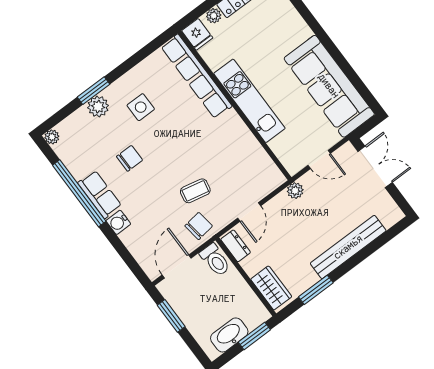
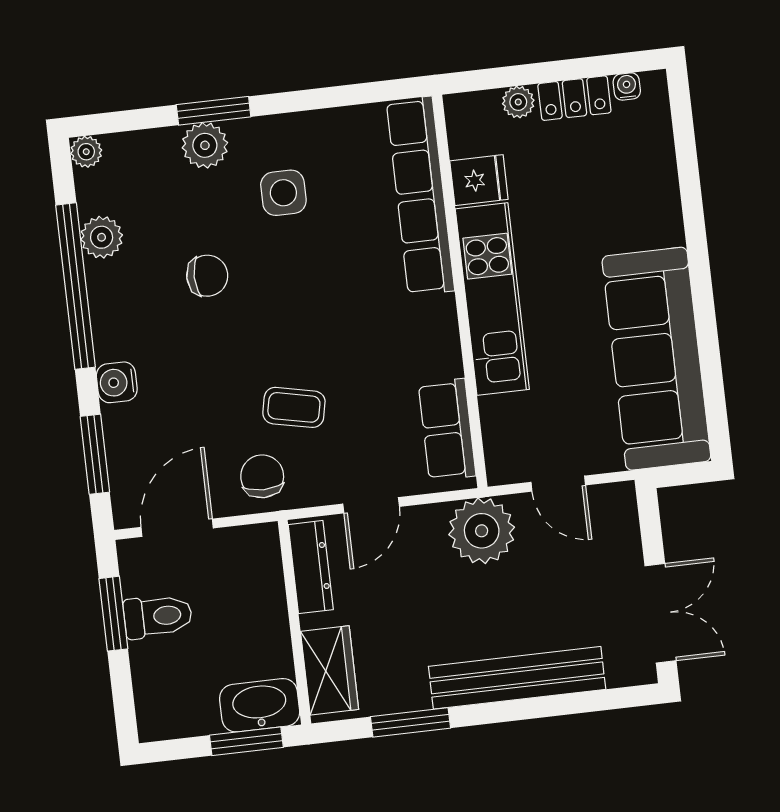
fridge: (197, 34) -> (479, 180), moved, turned -90
double door: (375, 167) -> (660, 613), moved
plant: (78, 168) -> (102, 237), added
plant: (295, 191) -> (482, 531), width x1.88, depth x1.88
row of seats: (100, 194) -> (447, 430), moved, turned 180
chair: (199, 226) -> (262, 476), turned -82
dresser: (236, 246) -> (311, 567), width x1.44
window: (126, 256) -> (95, 454), added
toilet: (215, 260) -> (158, 616), moved, turned -90
washbasin: (229, 335) -> (260, 705), moved

